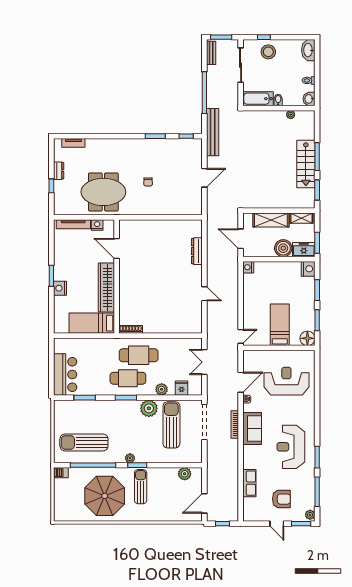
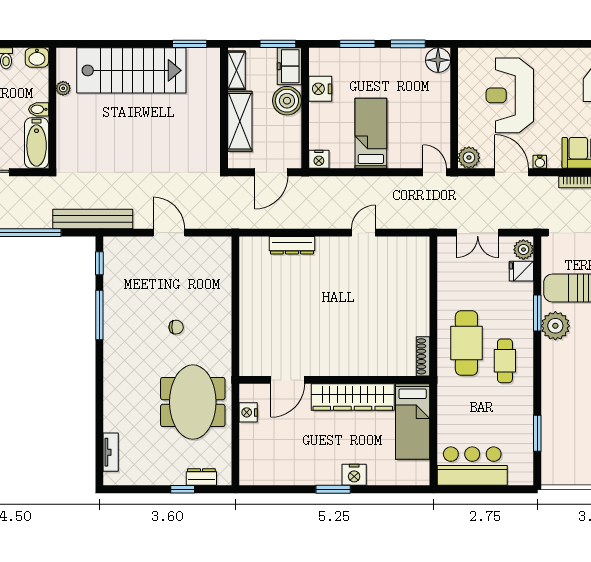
window: (155, 136) -> (99, 315), width x1.44
window: (317, 157) -> (134, 44), removed
stairs: (306, 164) -> (131, 70), width x1.36, depth x1.51
dresser: (59, 171) -> (201, 477), moved
tv unit: (73, 224) -> (247, 452), removed
nightstand: (308, 269) -> (320, 89), moved, turned -90
bed: (280, 325) -> (371, 133), moved, turned 90
plant: (249, 357) -> (469, 158), added
bar counter: (65, 374) -> (472, 466), moved
cafe table: (128, 378) -> (505, 361), width x0.73, depth x0.74
plant: (162, 389) -> (523, 250), moved
window: (126, 398) -> (537, 313), moved

